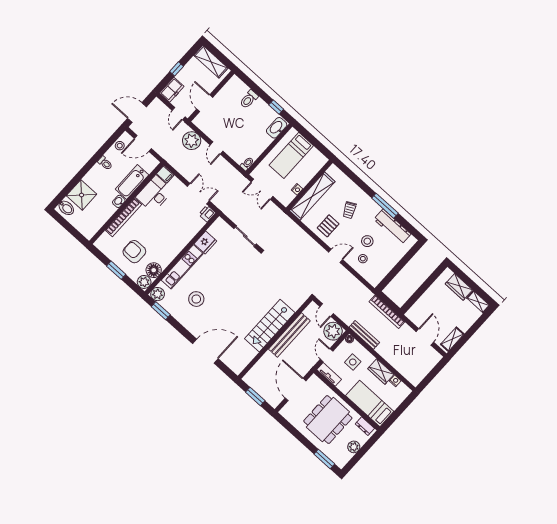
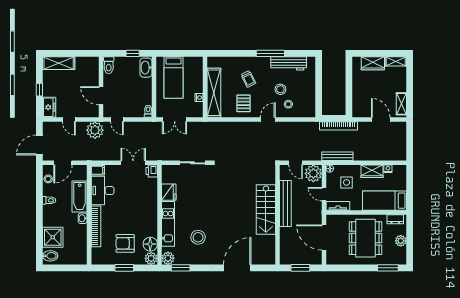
wall: (211, 96) -> (101, 87), moved
door: (205, 103) -> (101, 96), moved

